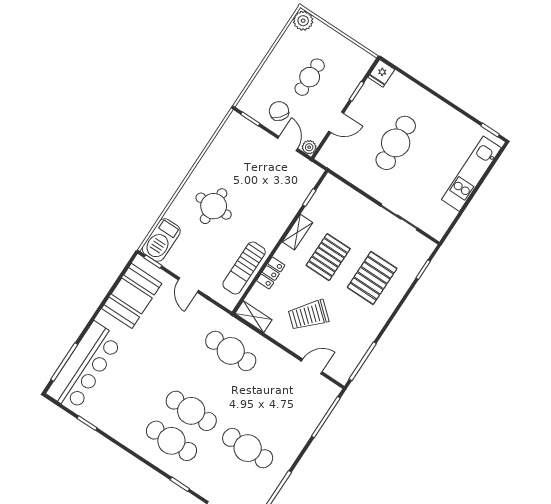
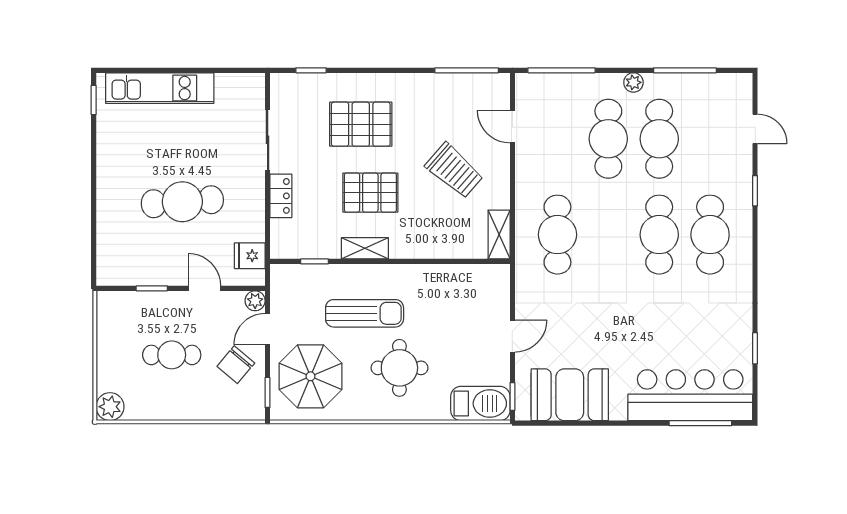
fridge: (381, 73) -> (250, 256), moved, turned 180
parasol: (243, 151) -> (311, 376), added
sun lounger: (244, 268) -> (365, 313), moved
locker: (271, 273) -> (281, 196), moved, turned 90
cafe table: (267, 418) -> (608, 139), added
plant: (291, 455) -> (633, 82), added

